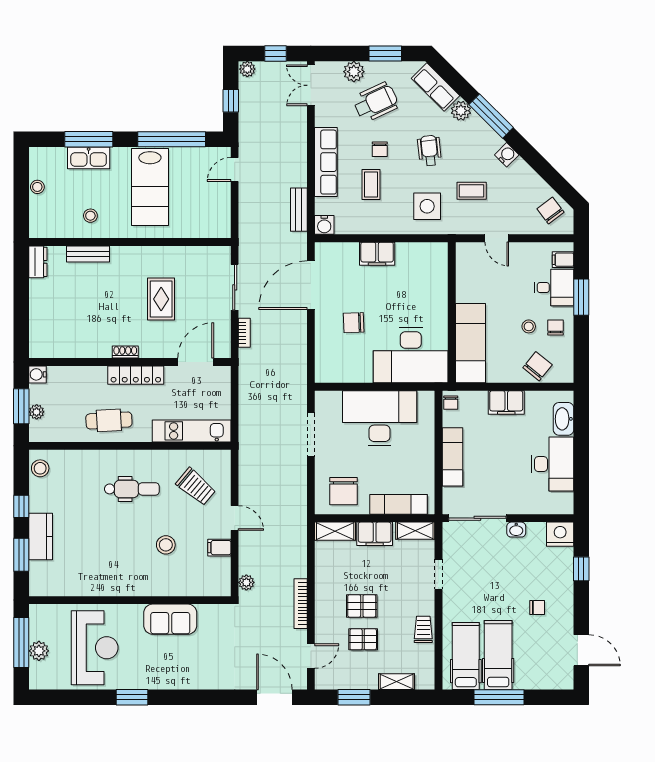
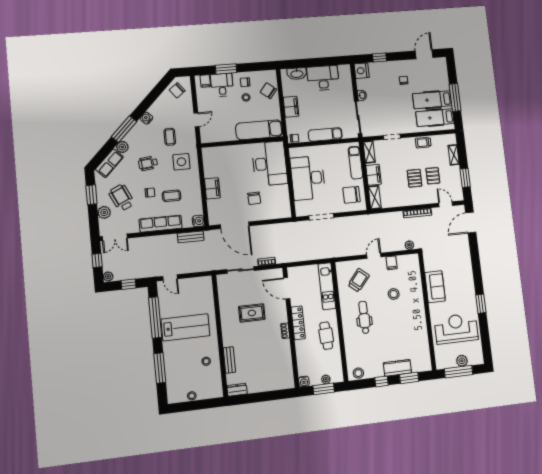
kitchen sink: (89, 158) -> (171, 367), removed
chair: (343, 491) -> (352, 195), turned 180

